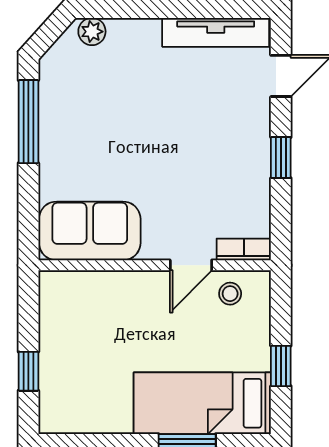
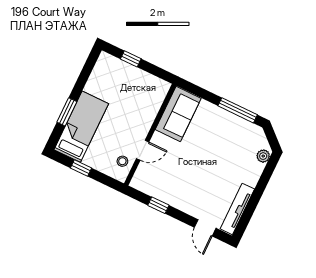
window: (281, 158) -> (158, 205), moved
bookcase: (244, 249) -> (138, 176), removed
door: (191, 265) -> (143, 150), swing flipped

